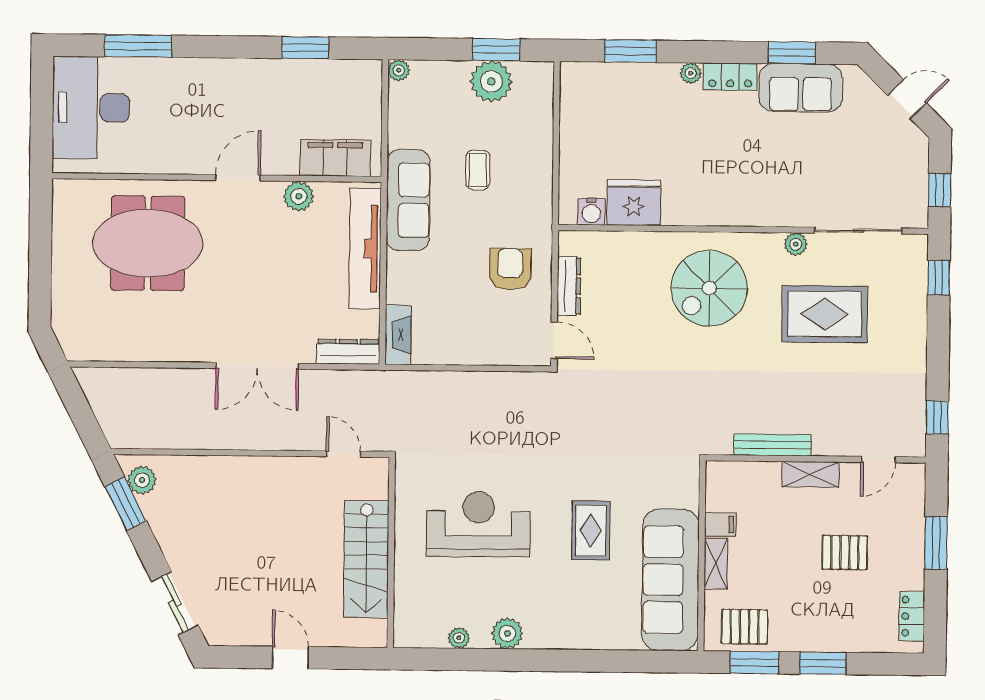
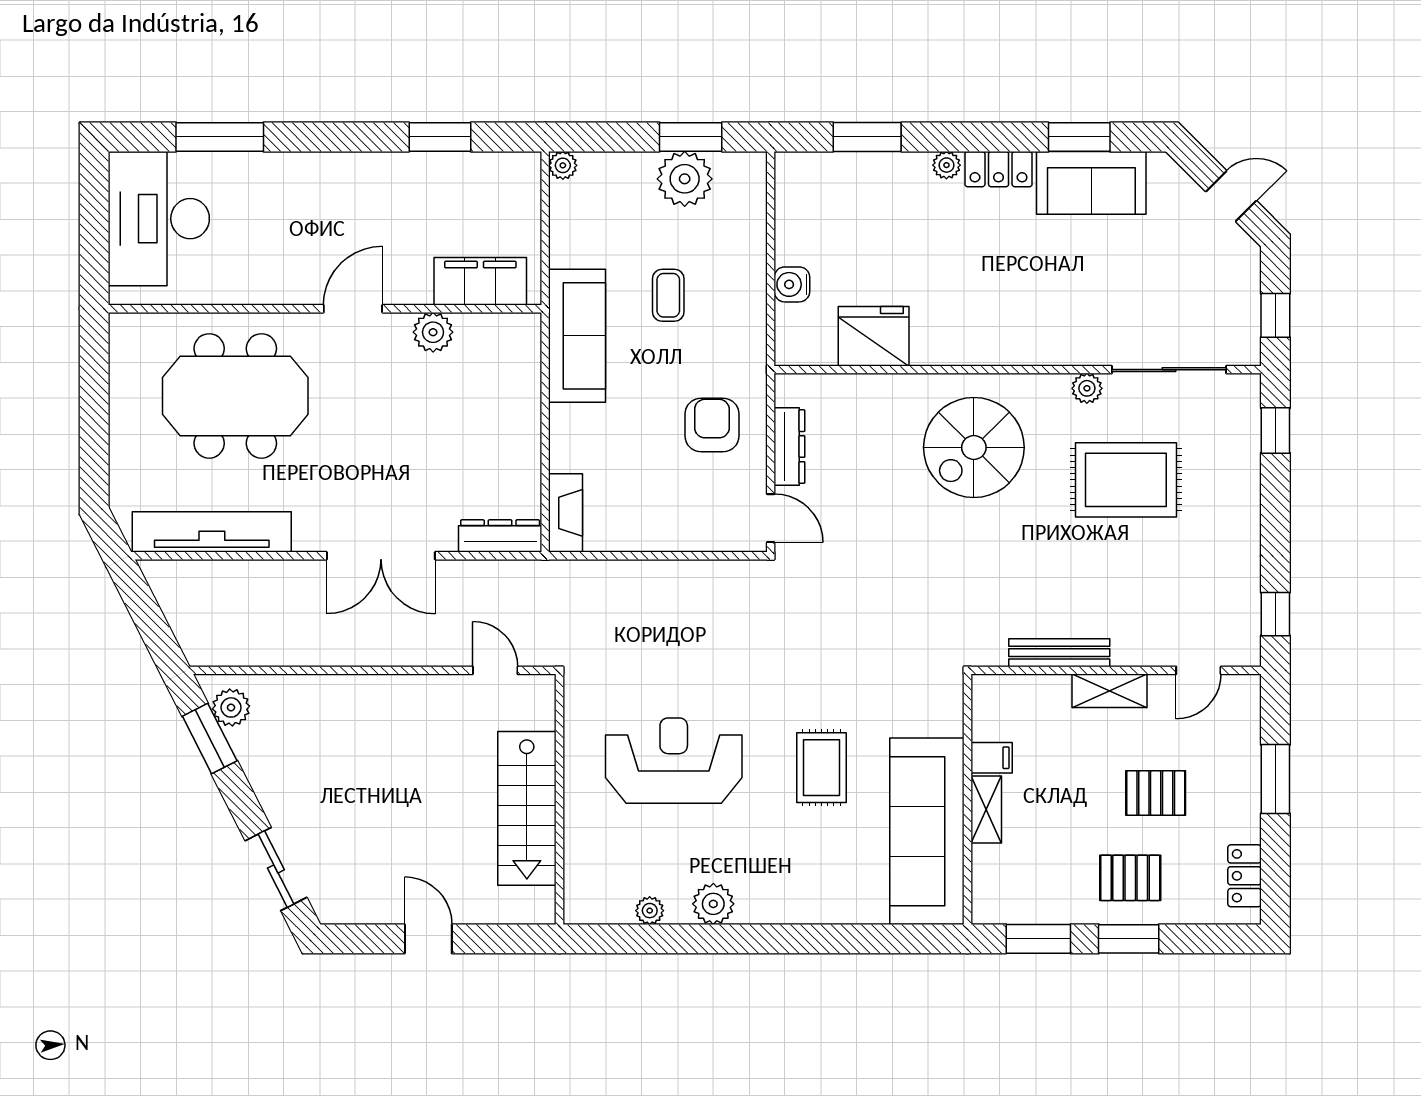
water cooler: (591, 212) -> (792, 284), moved, turned 90
tv unit: (365, 248) -> (212, 532), moved, turned 90
pallet: (745, 627) -> (1130, 878), moved

